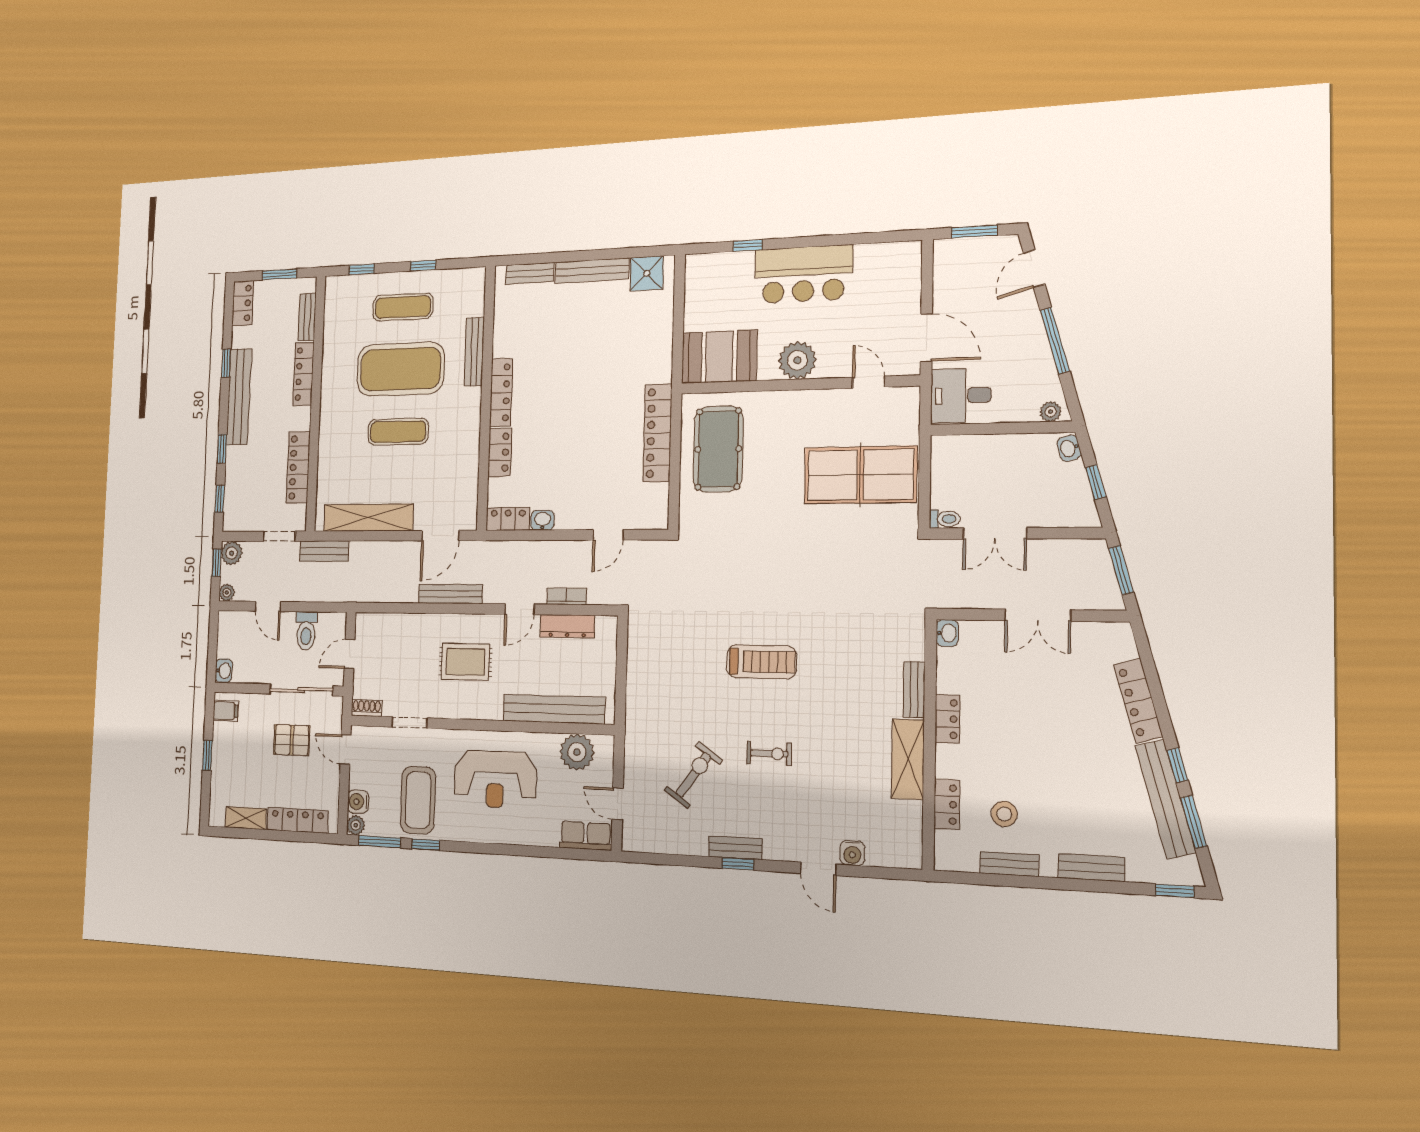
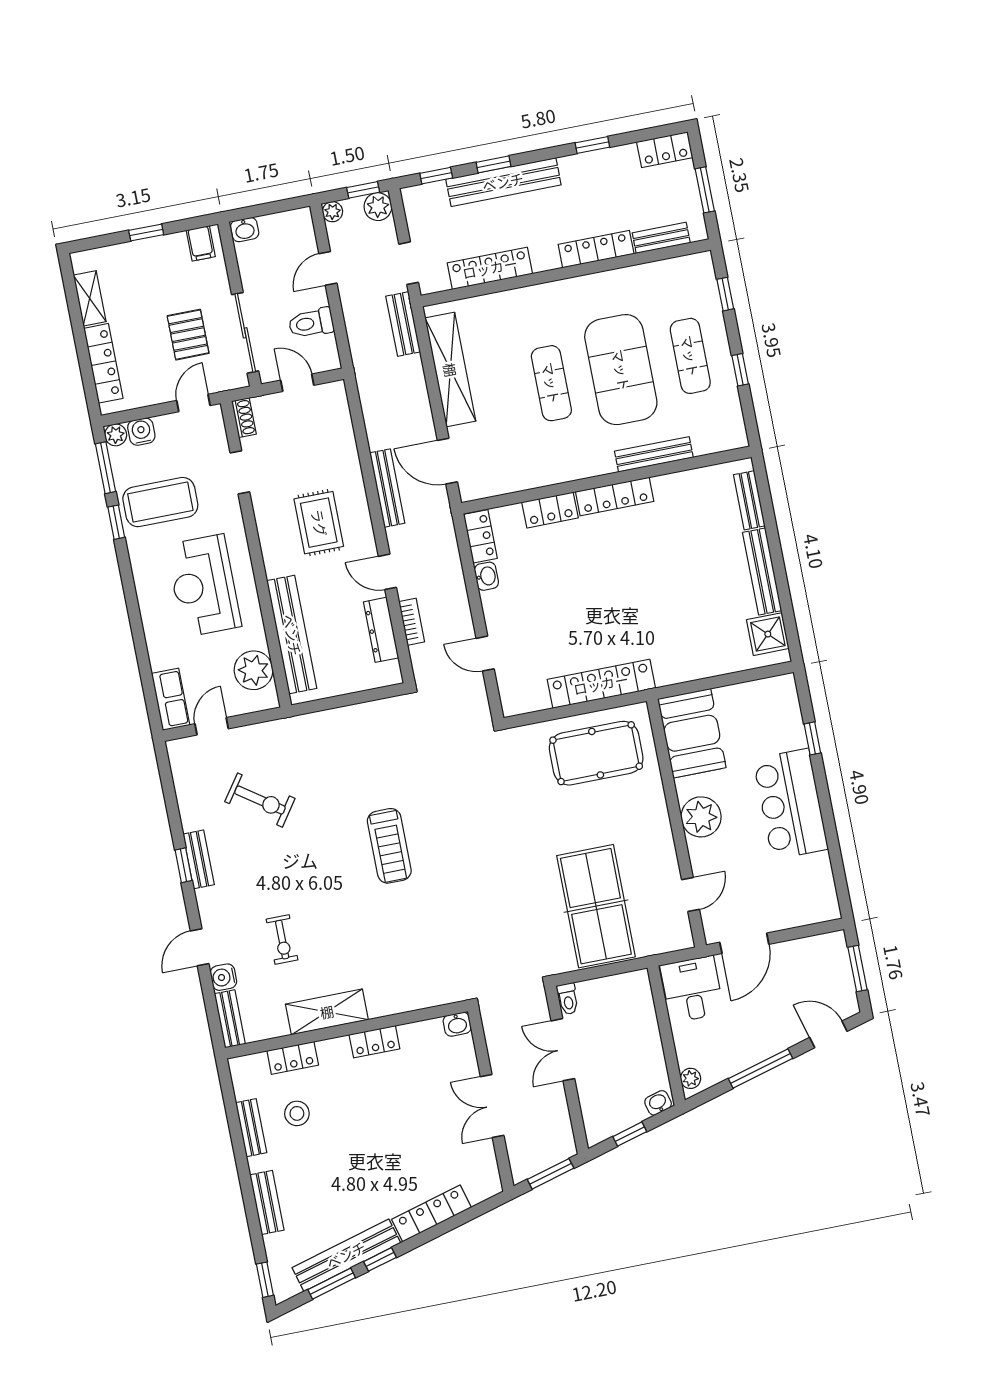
bench: (239, 397) -> (503, 182), moved
bench: (914, 689) -> (230, 1019), moved, turned 90
exercise bike: (769, 754) -> (282, 940), moved

